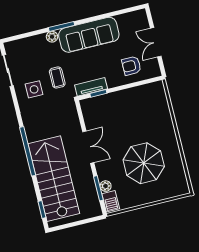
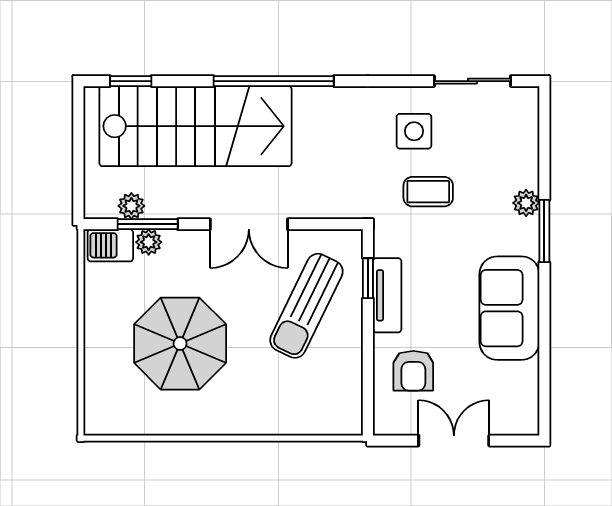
sofa: (89, 35) -> (509, 308), width x0.73
armchair: (131, 66) -> (413, 371), turned 180
tv unit: (91, 87) -> (387, 295), moved
sun lounger: (116, 116) -> (306, 306), added
plant: (93, 197) -> (131, 206), added

